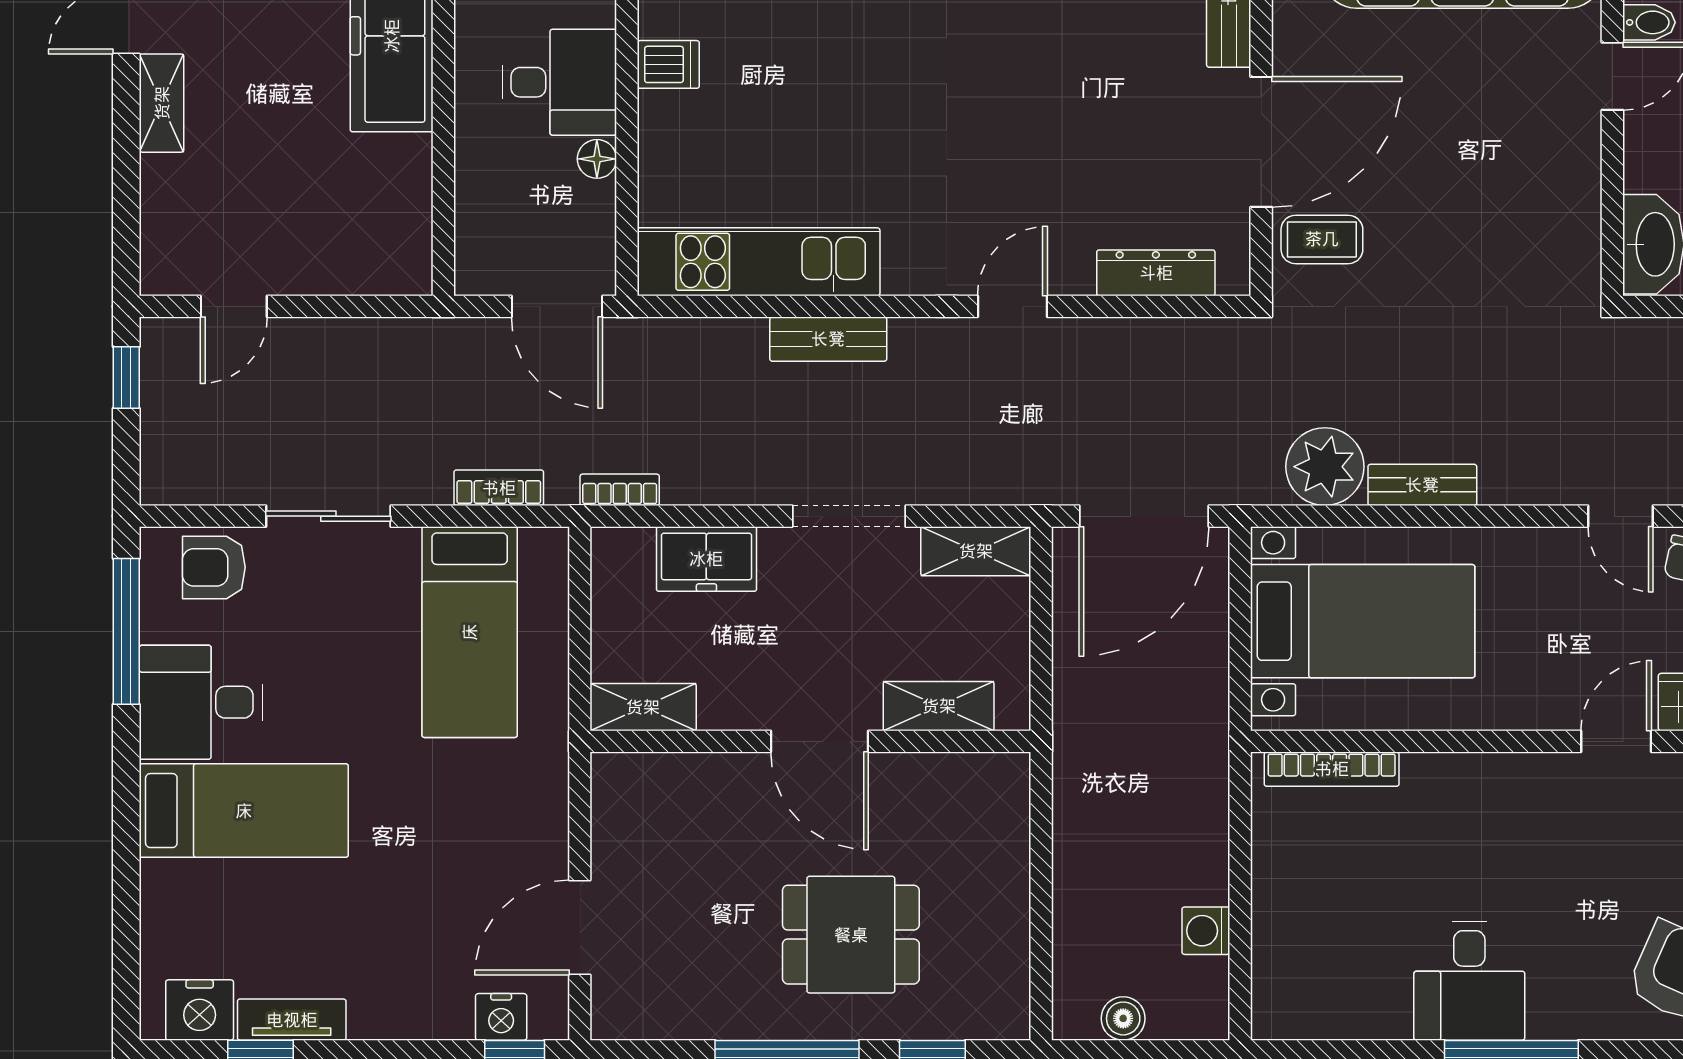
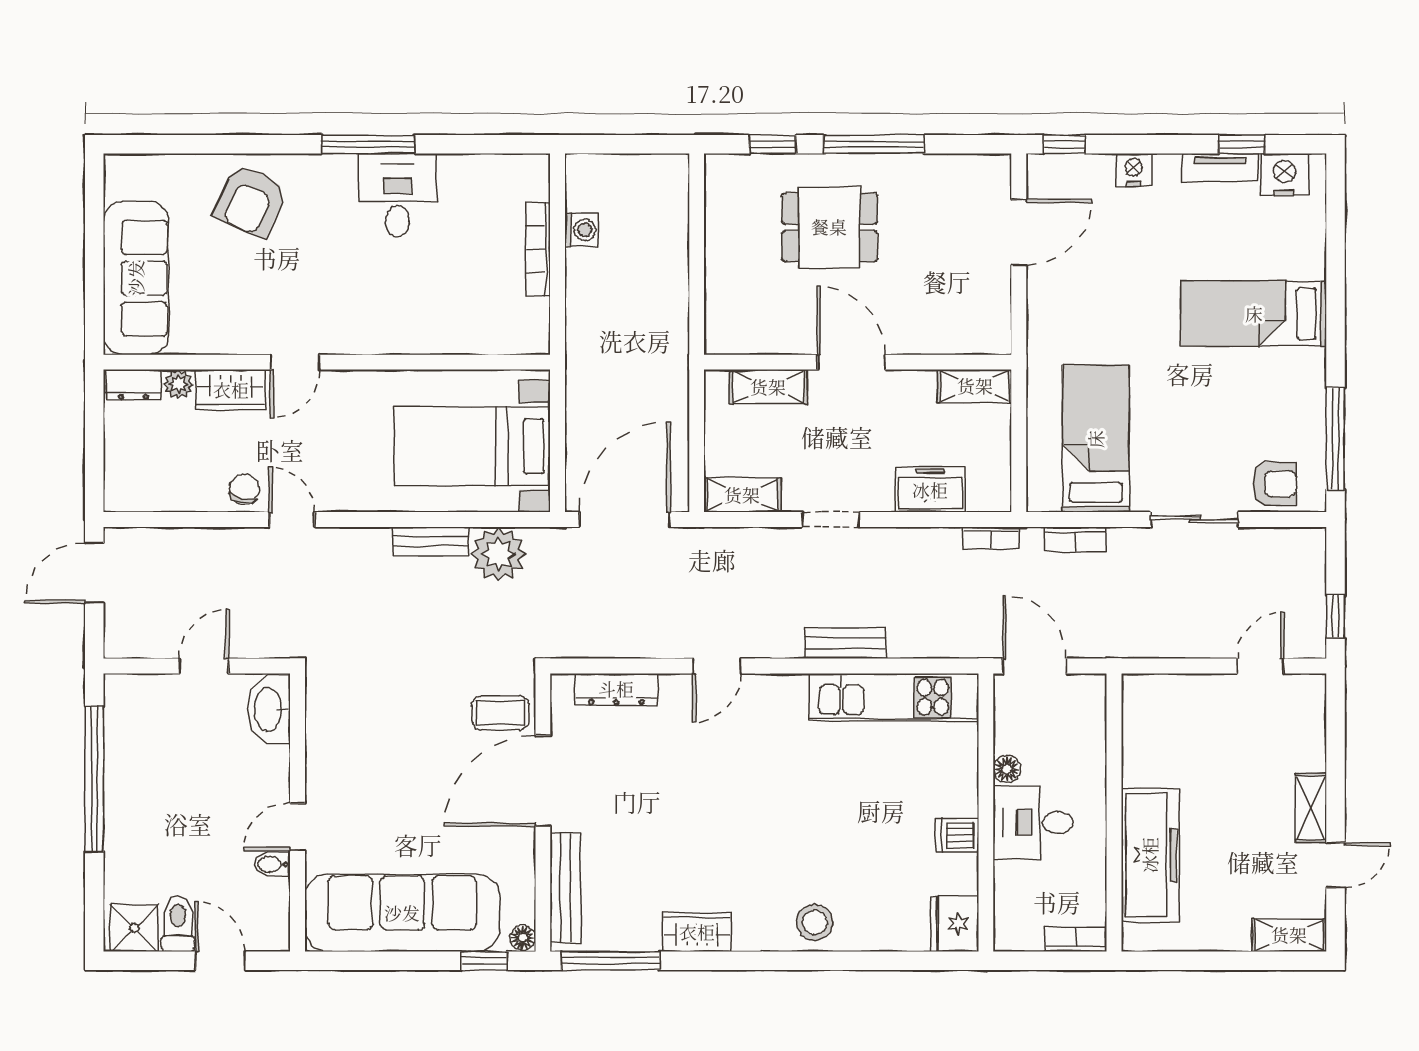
doorway: (849, 516) -> (831, 520), width x0.73
desk: (201, 702) -> (1283, 390), removed
bookcase: (1332, 769) -> (538, 249), moved, turned -90
nightstand: (501, 1017) -> (1134, 170), moved
boiler: (1123, 1018) -> (639, 169), removed

